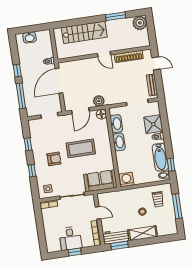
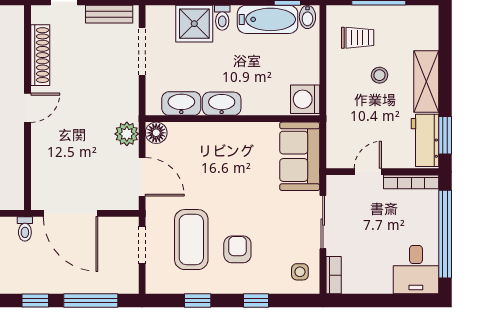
coffee table: (81, 148) -> (191, 240), moved
desk: (70, 238) -> (416, 270), moved, turned 90
window: (75, 252) -> (445, 234), width x3.17

